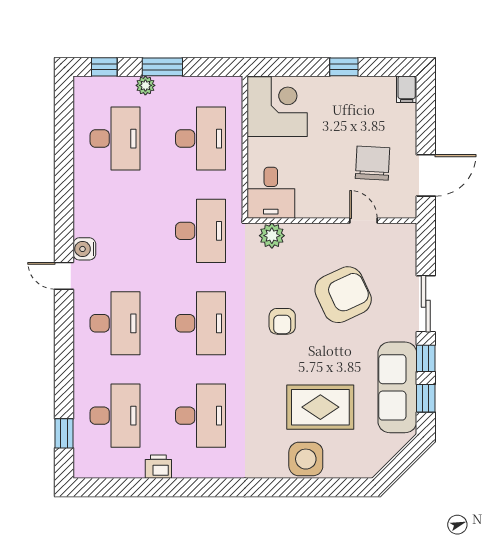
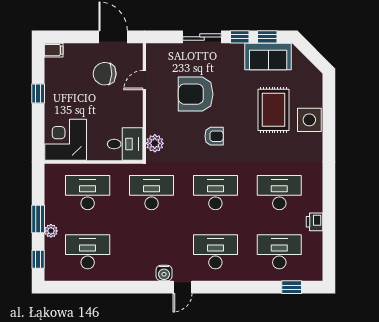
armchair: (343, 295) -> (196, 94), turned -65
sofa: (397, 387) -> (268, 57), width x0.73

